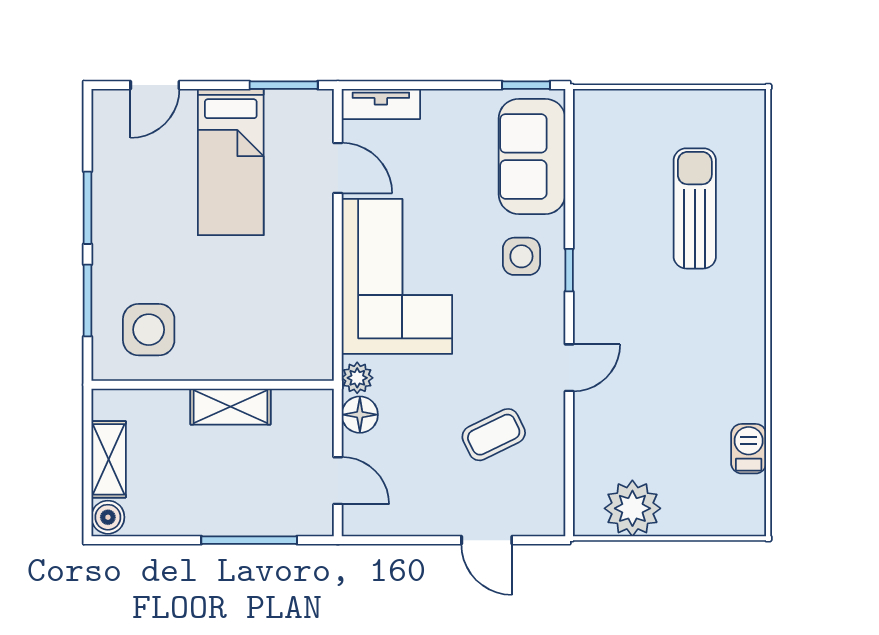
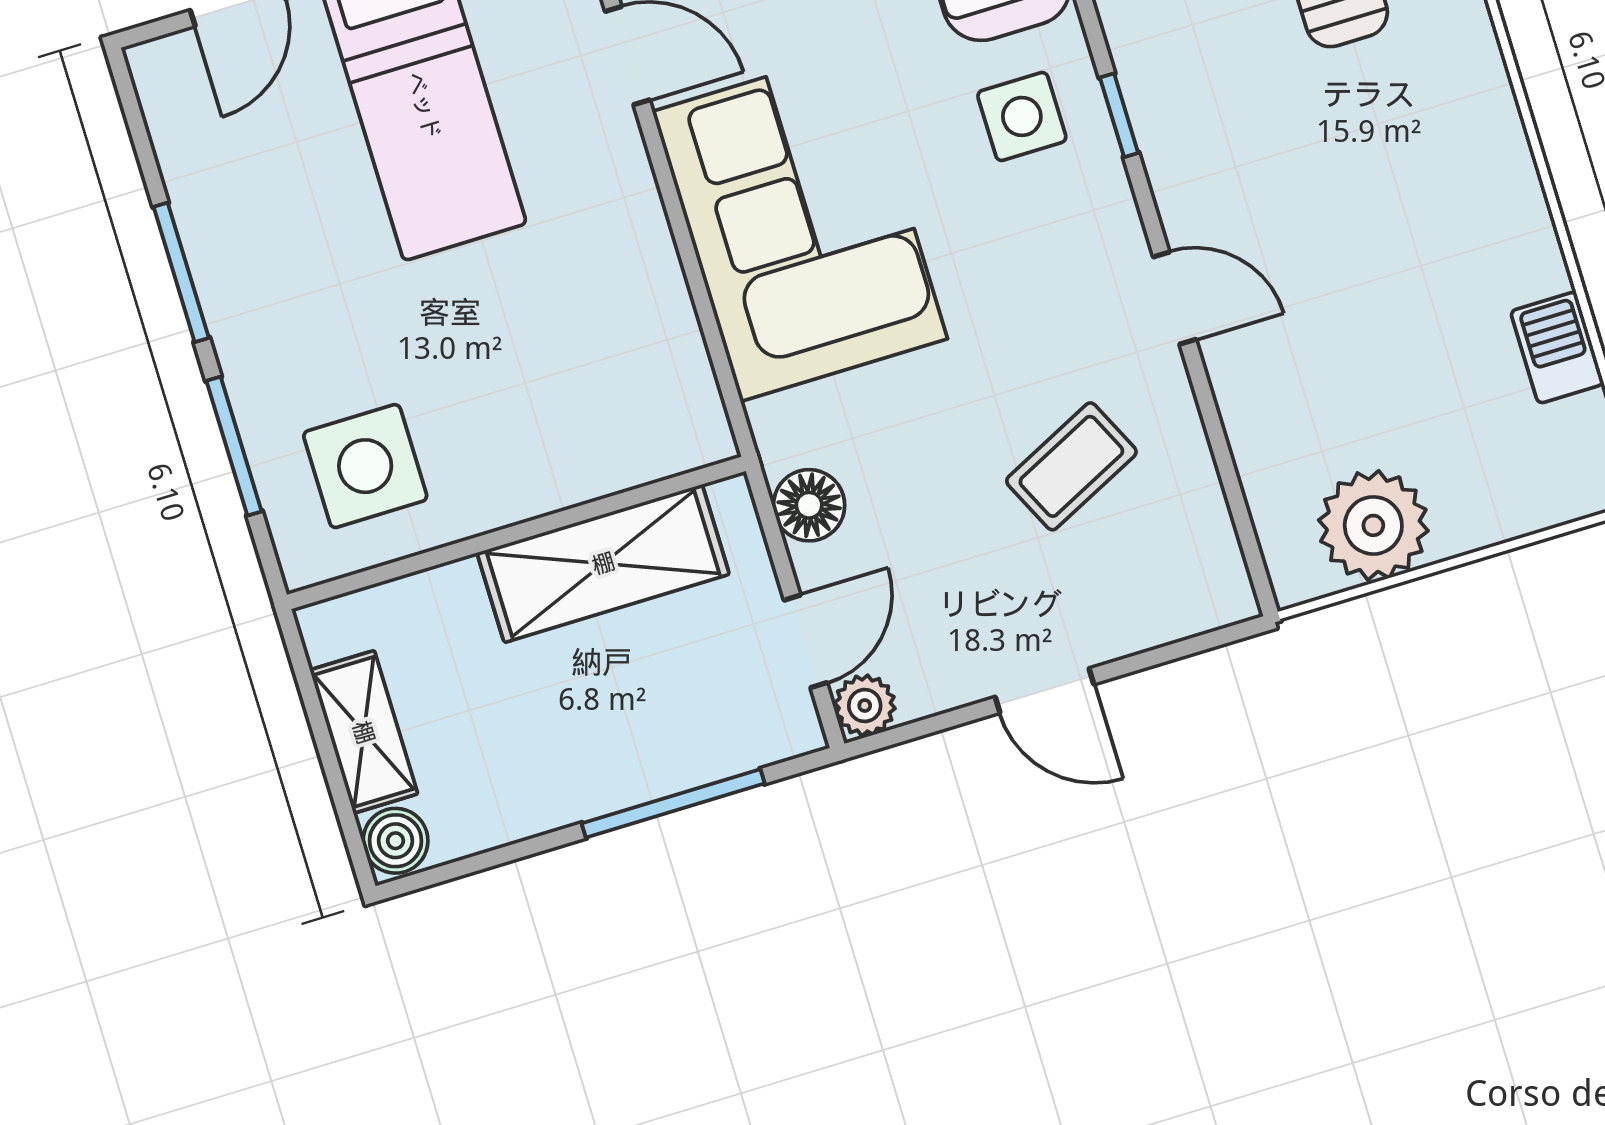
door: (569, 368) -> (1175, 298), hinge flipped
plant: (357, 378) -> (865, 706), moved
shelving: (230, 407) -> (603, 563), width x1.50, depth x1.33
door: (338, 481) -> (805, 641), hinge flipped
door: (487, 540) -> (1045, 691), moved

